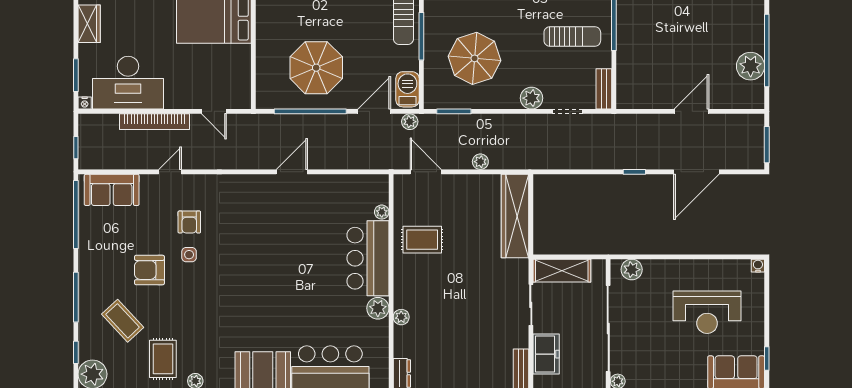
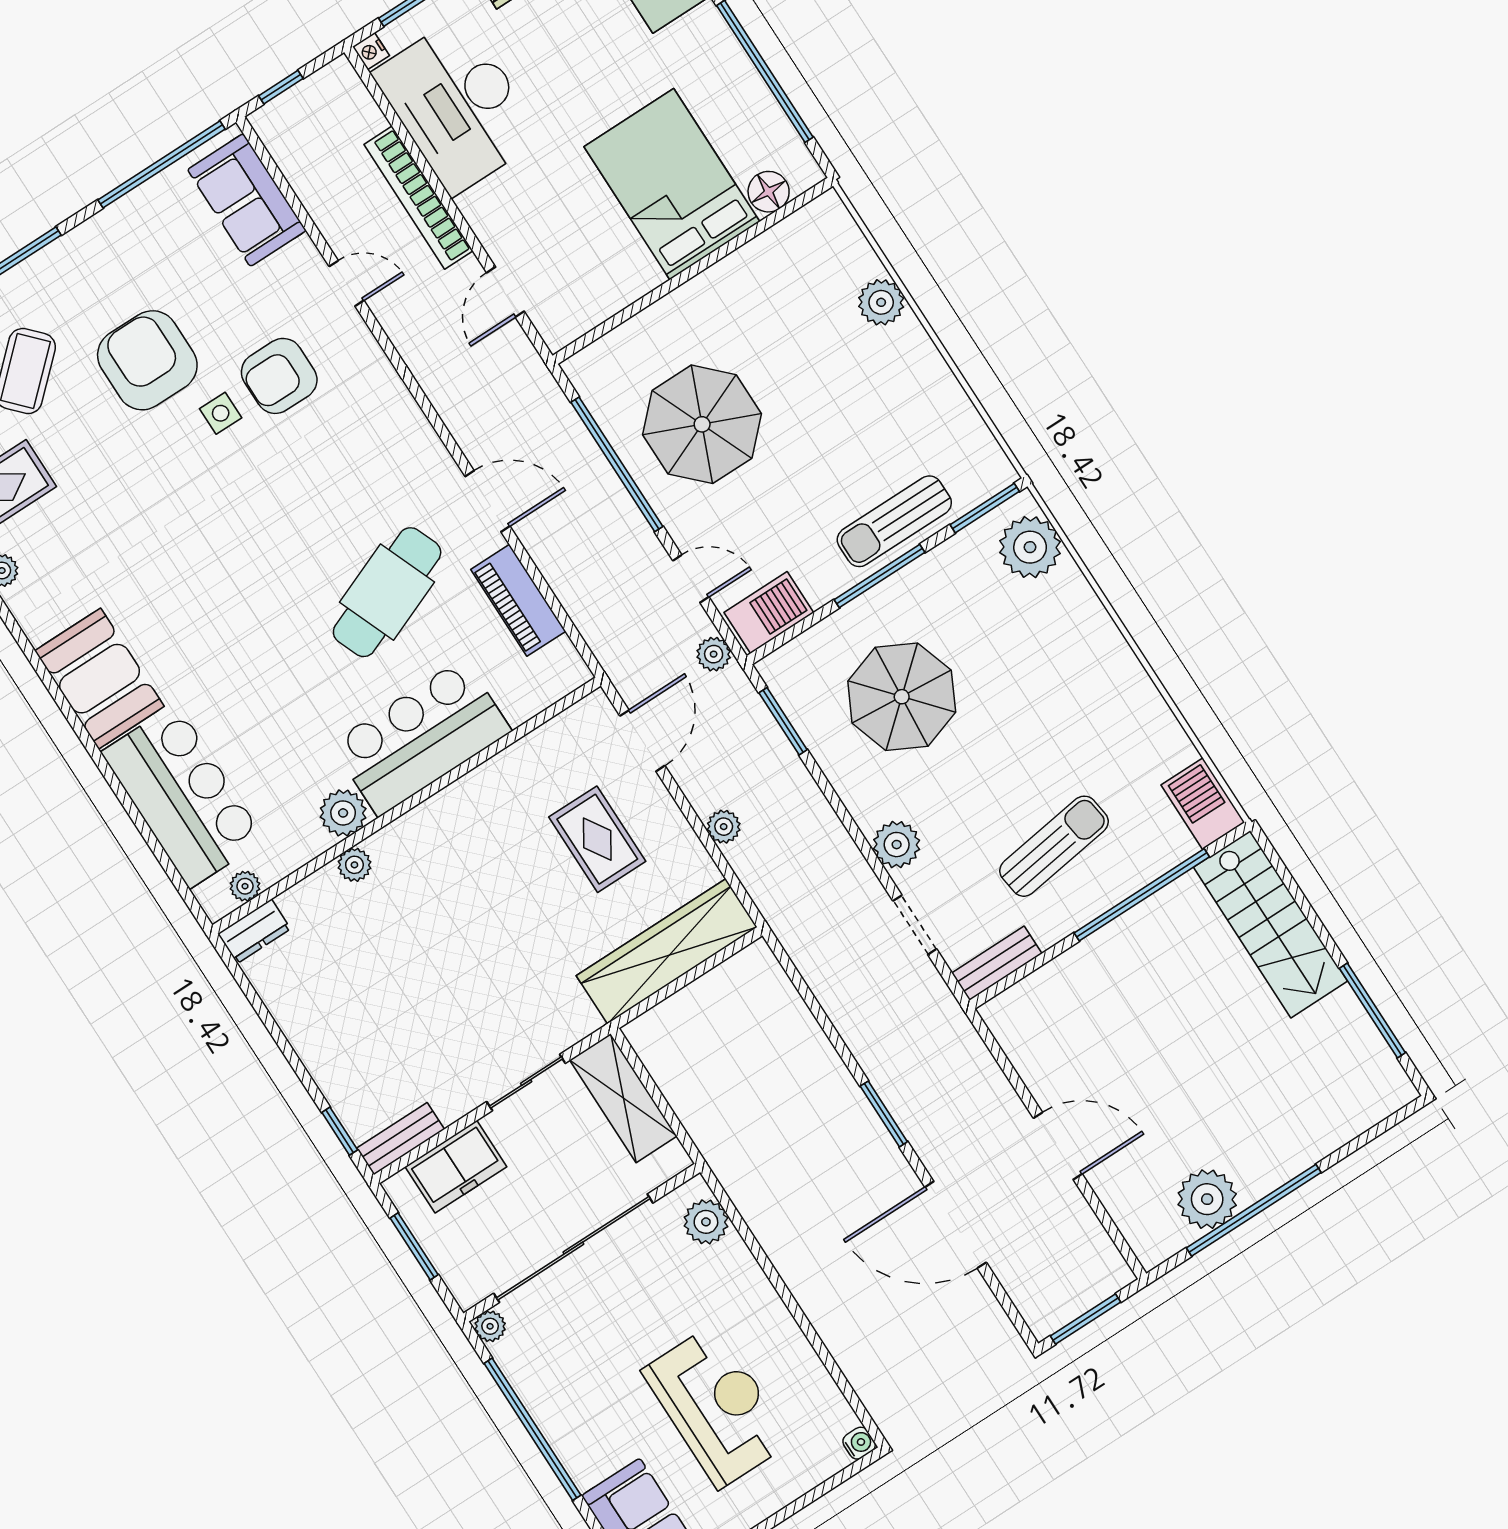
sun lounger: (572, 36) -> (1054, 846), turned -98
door: (374, 111) -> (691, 579), width x0.73
window: (634, 172) -> (884, 1114), width x1.50
piano: (339, 185) -> (518, 600), added
plant: (382, 212) -> (245, 886), moved
armchair: (189, 222) -> (279, 376), width x1.38, depth x1.38
cafe table: (302, 235) -> (387, 592), added
rug: (422, 240) -> (597, 839), moved
armchair: (149, 270) -> (147, 360), width x1.36, depth x1.36
reception desk: (707, 312) -> (717, 1406), turned 180

